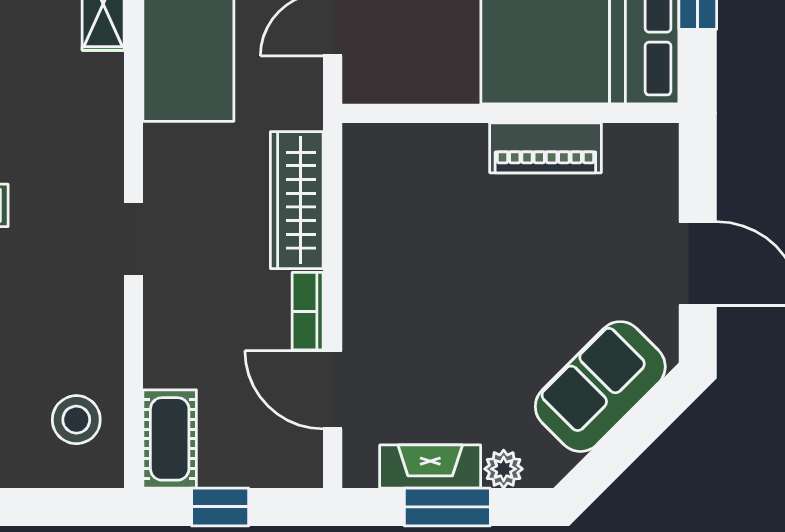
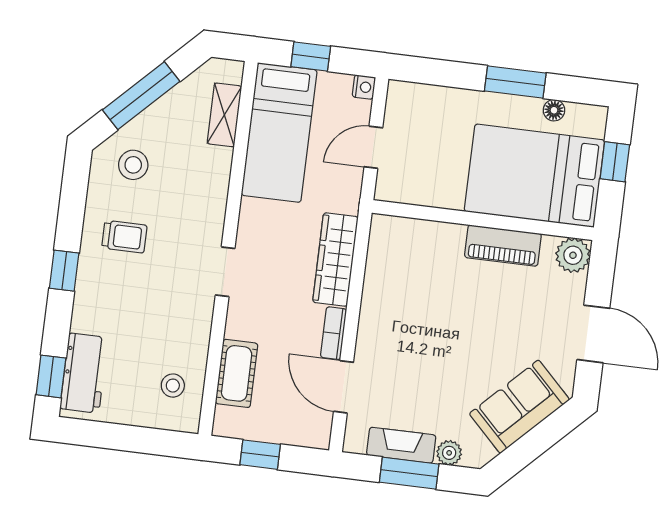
plant: (652, 149) -> (573, 255), added
stool: (76, 420) -> (173, 386), width x0.73, depth x0.73
cot: (170, 439) -> (237, 373), moved

